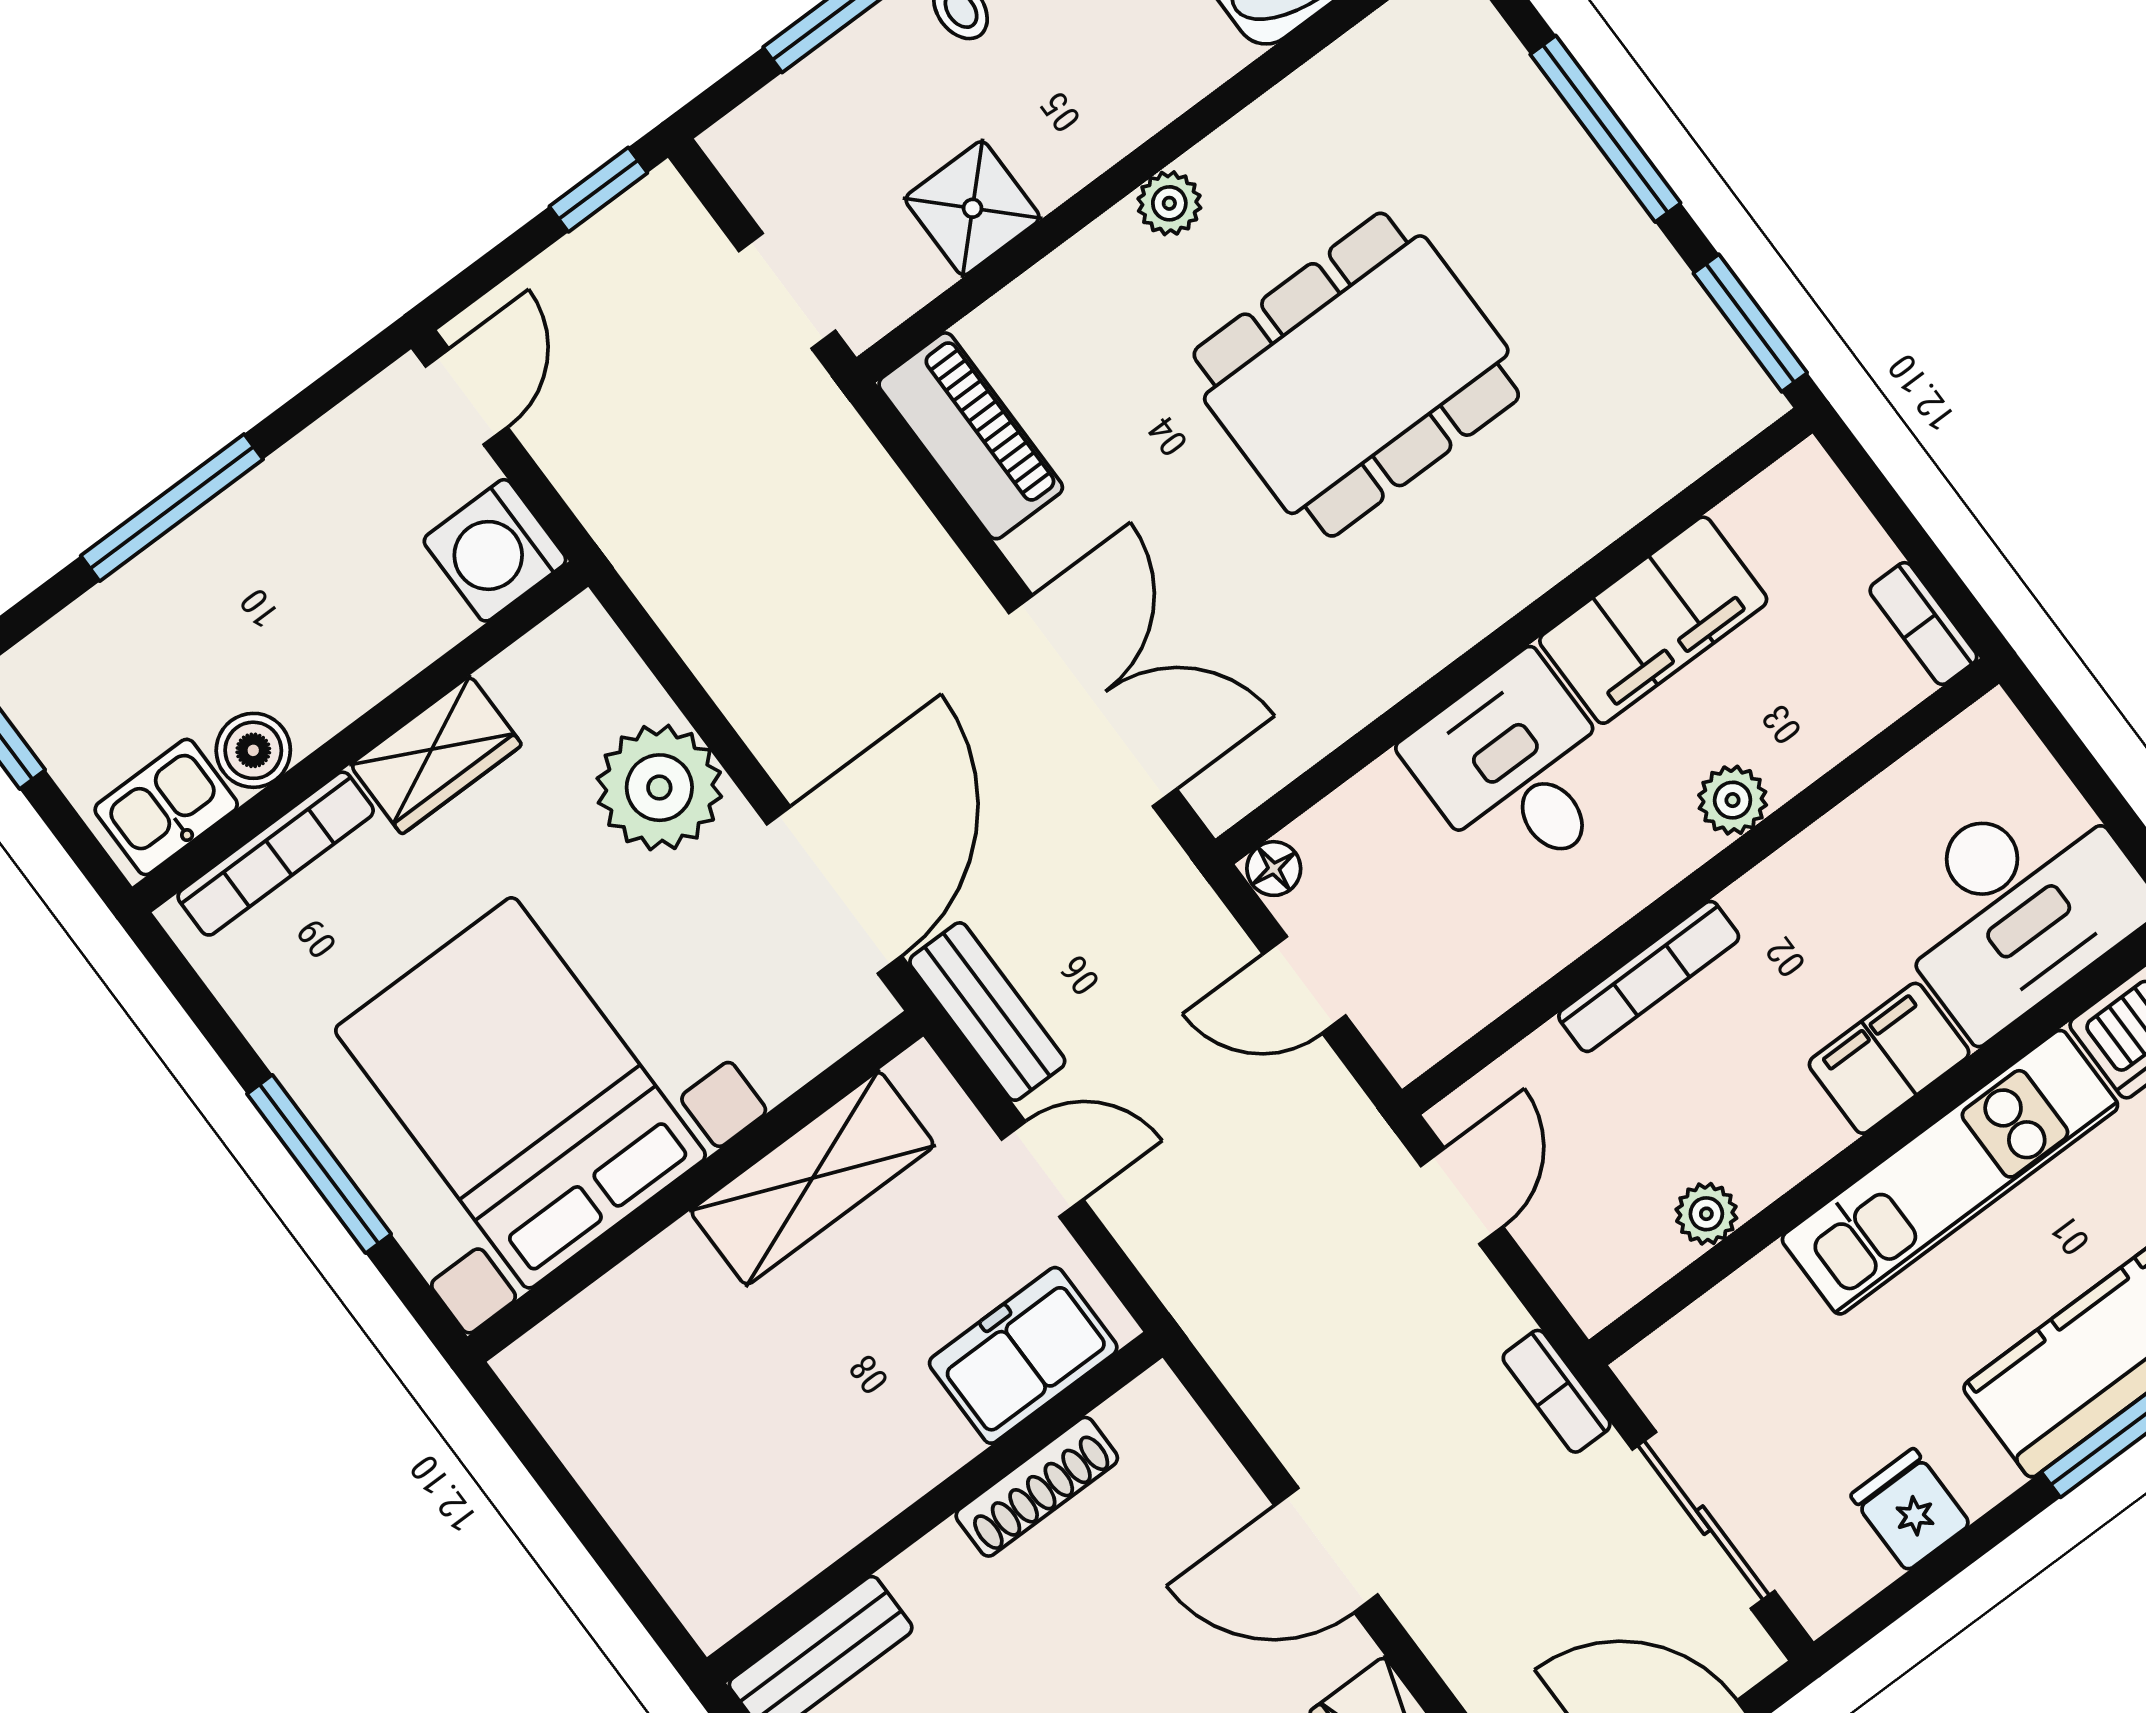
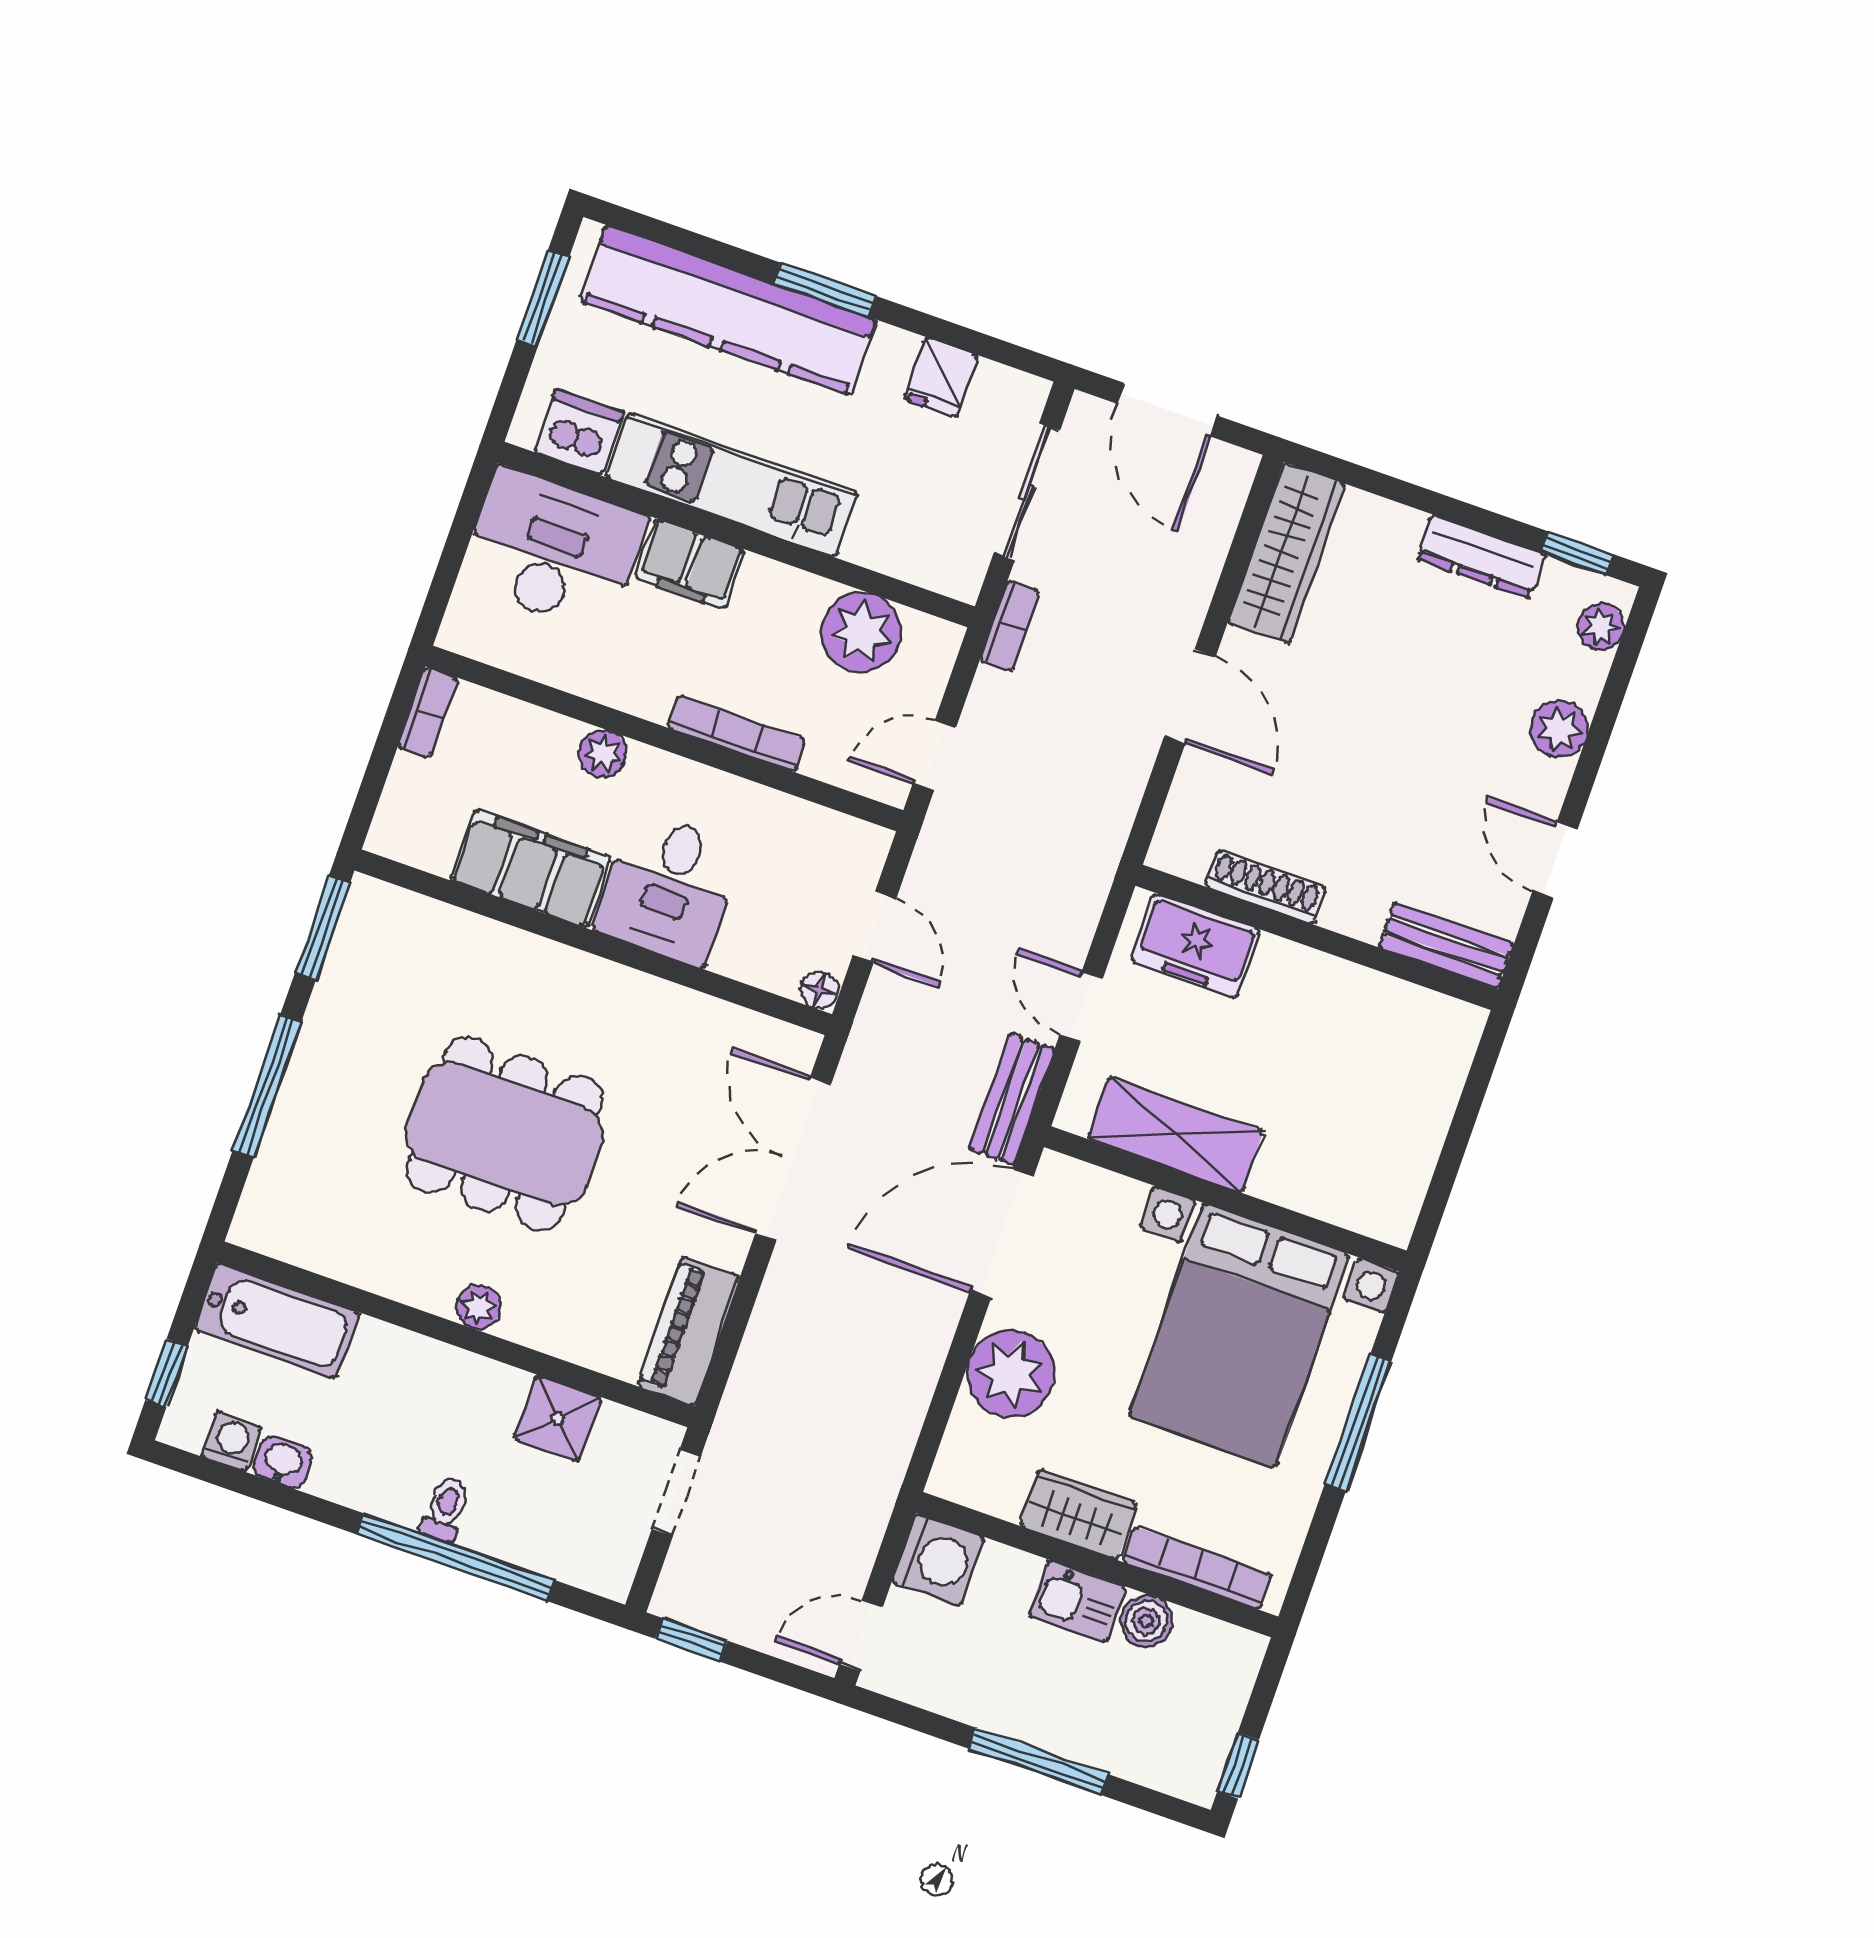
kitchen sink: (166, 807) -> (1077, 1601), moved
plant: (1706, 1214) -> (861, 632), width x1.88, depth x1.88

